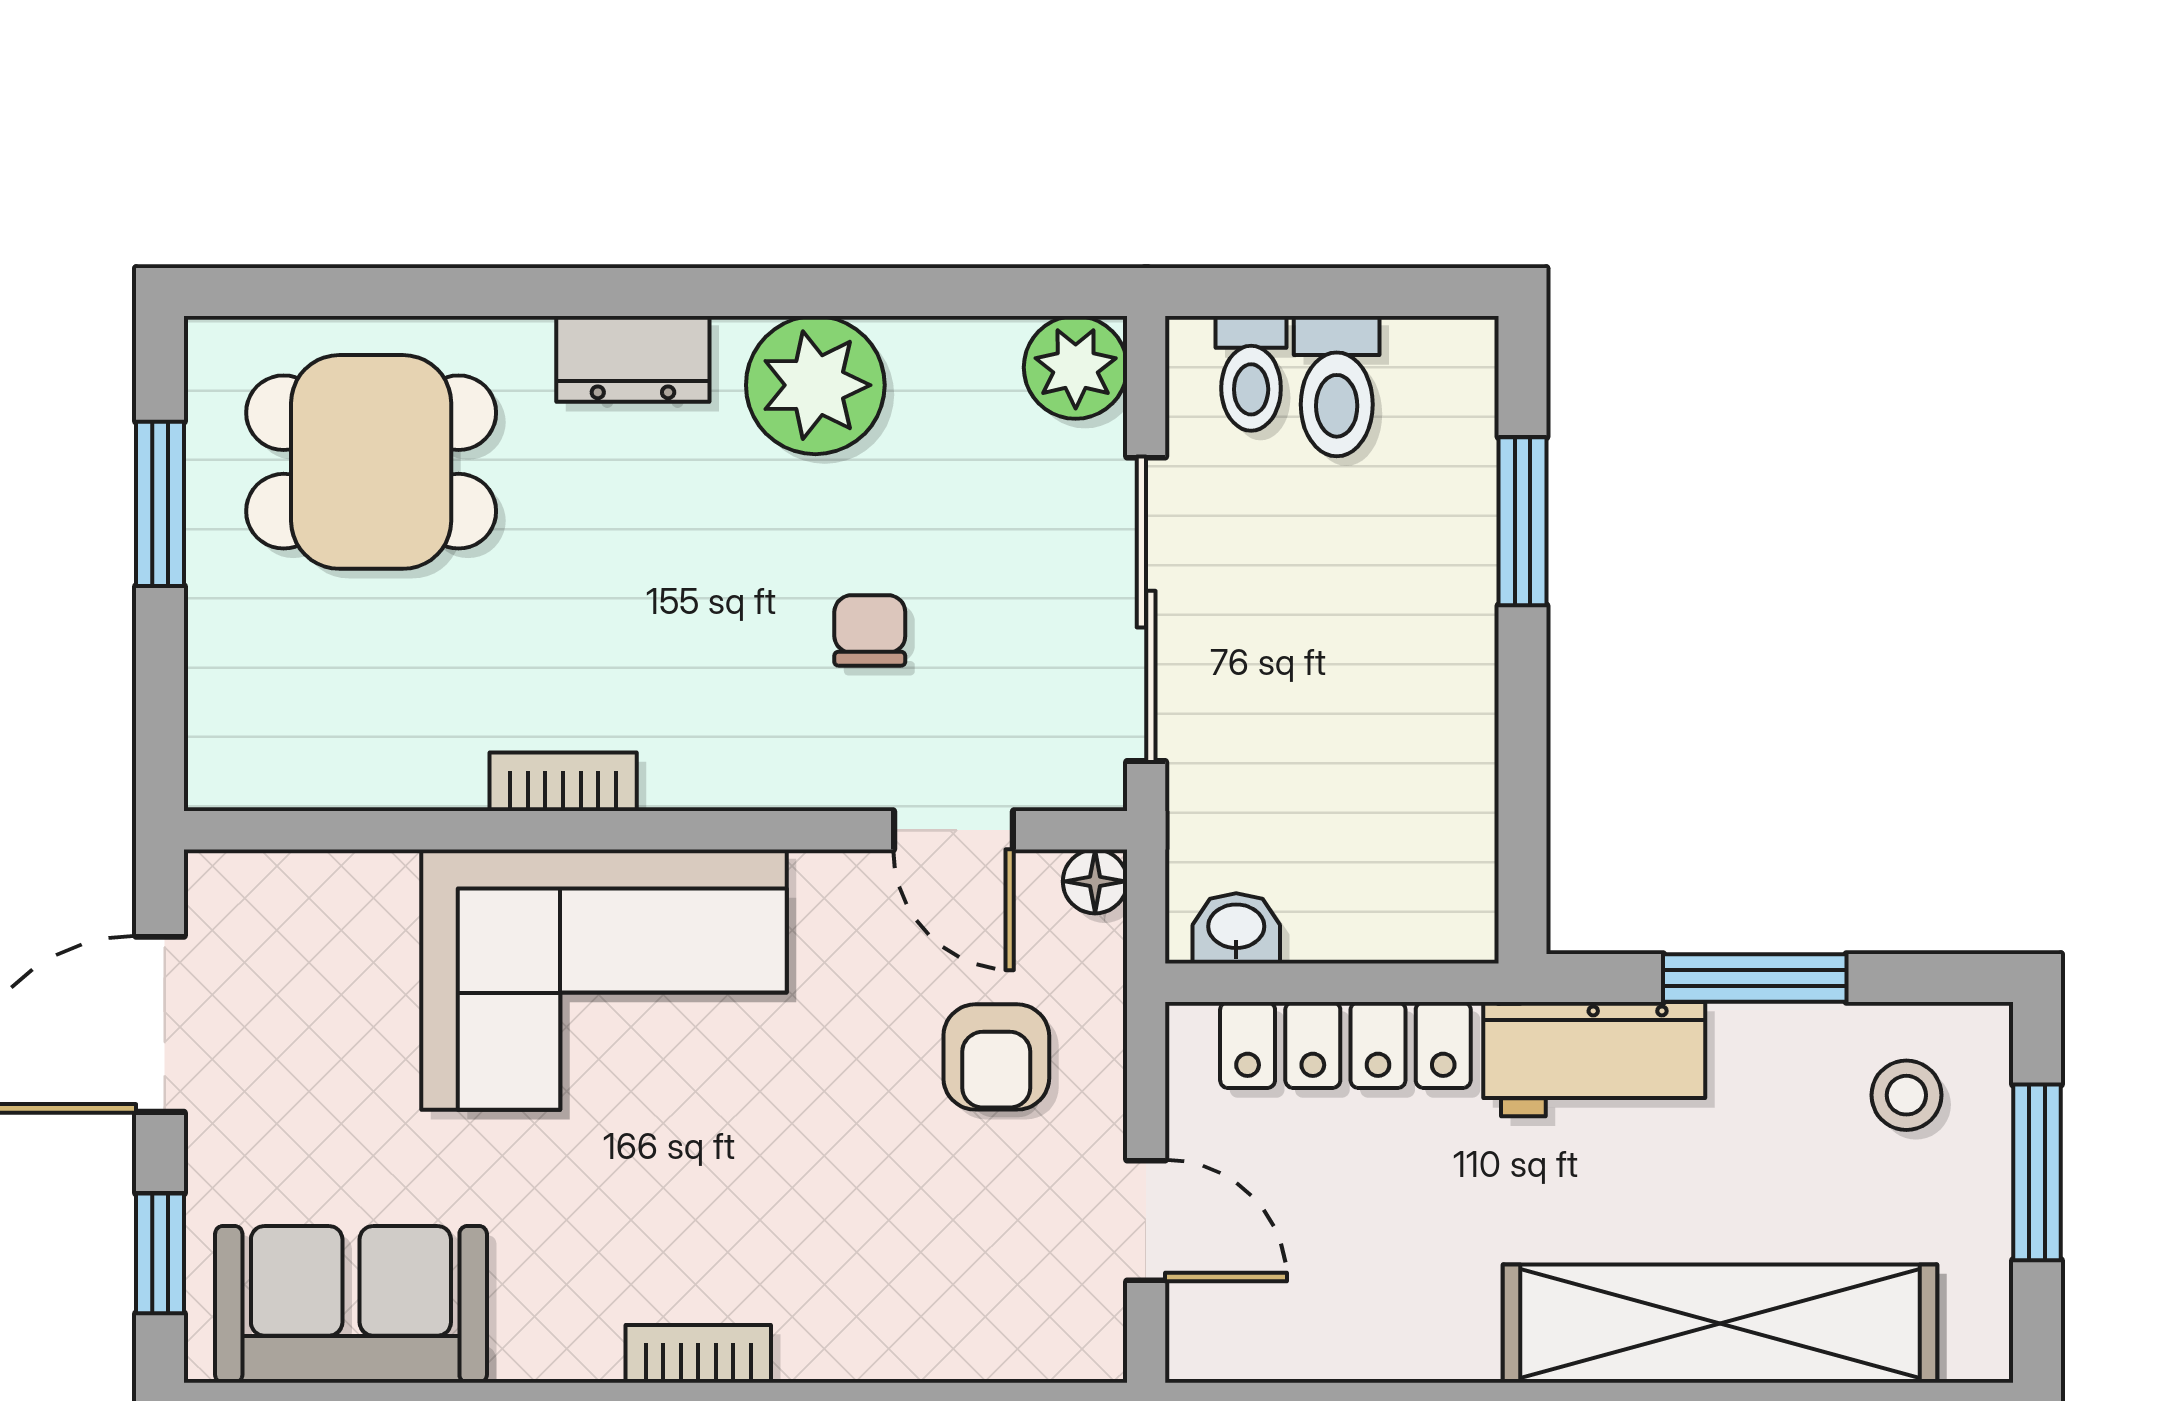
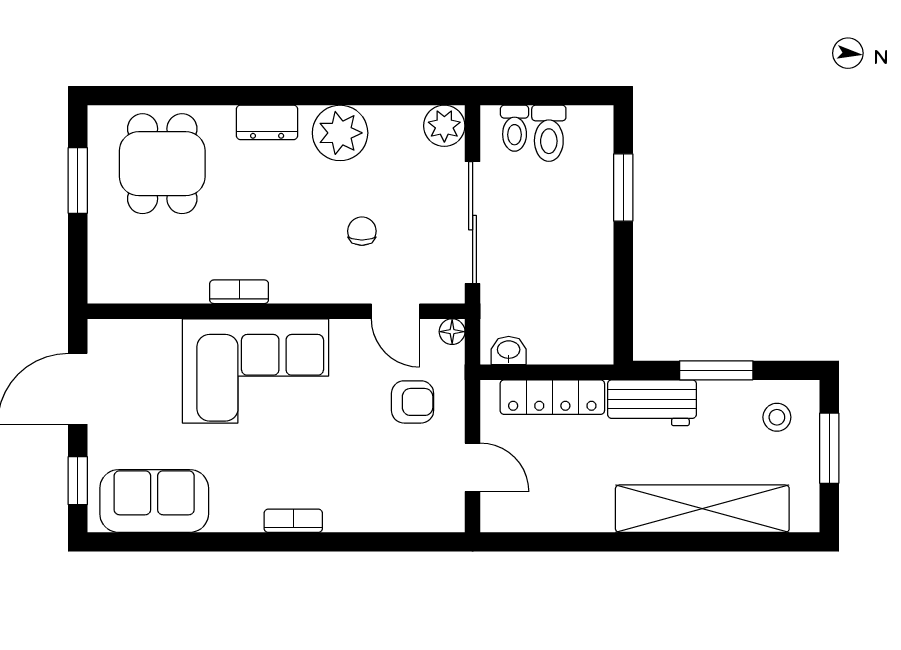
dining table: (371, 462) -> (162, 164), turned 90
armchair: (996, 1057) -> (413, 402), turned -90

